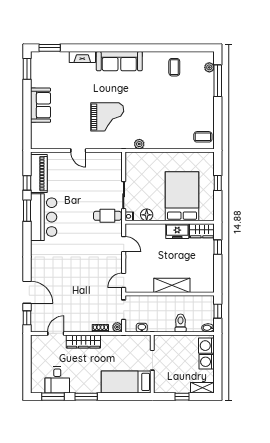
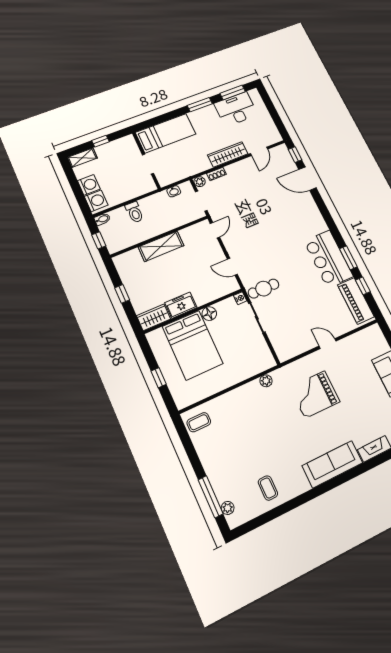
floor lamp: (147, 215) -> (209, 314), moved
window: (218, 247) -> (122, 294), moved
desk: (57, 380) -> (236, 109), width x1.37

